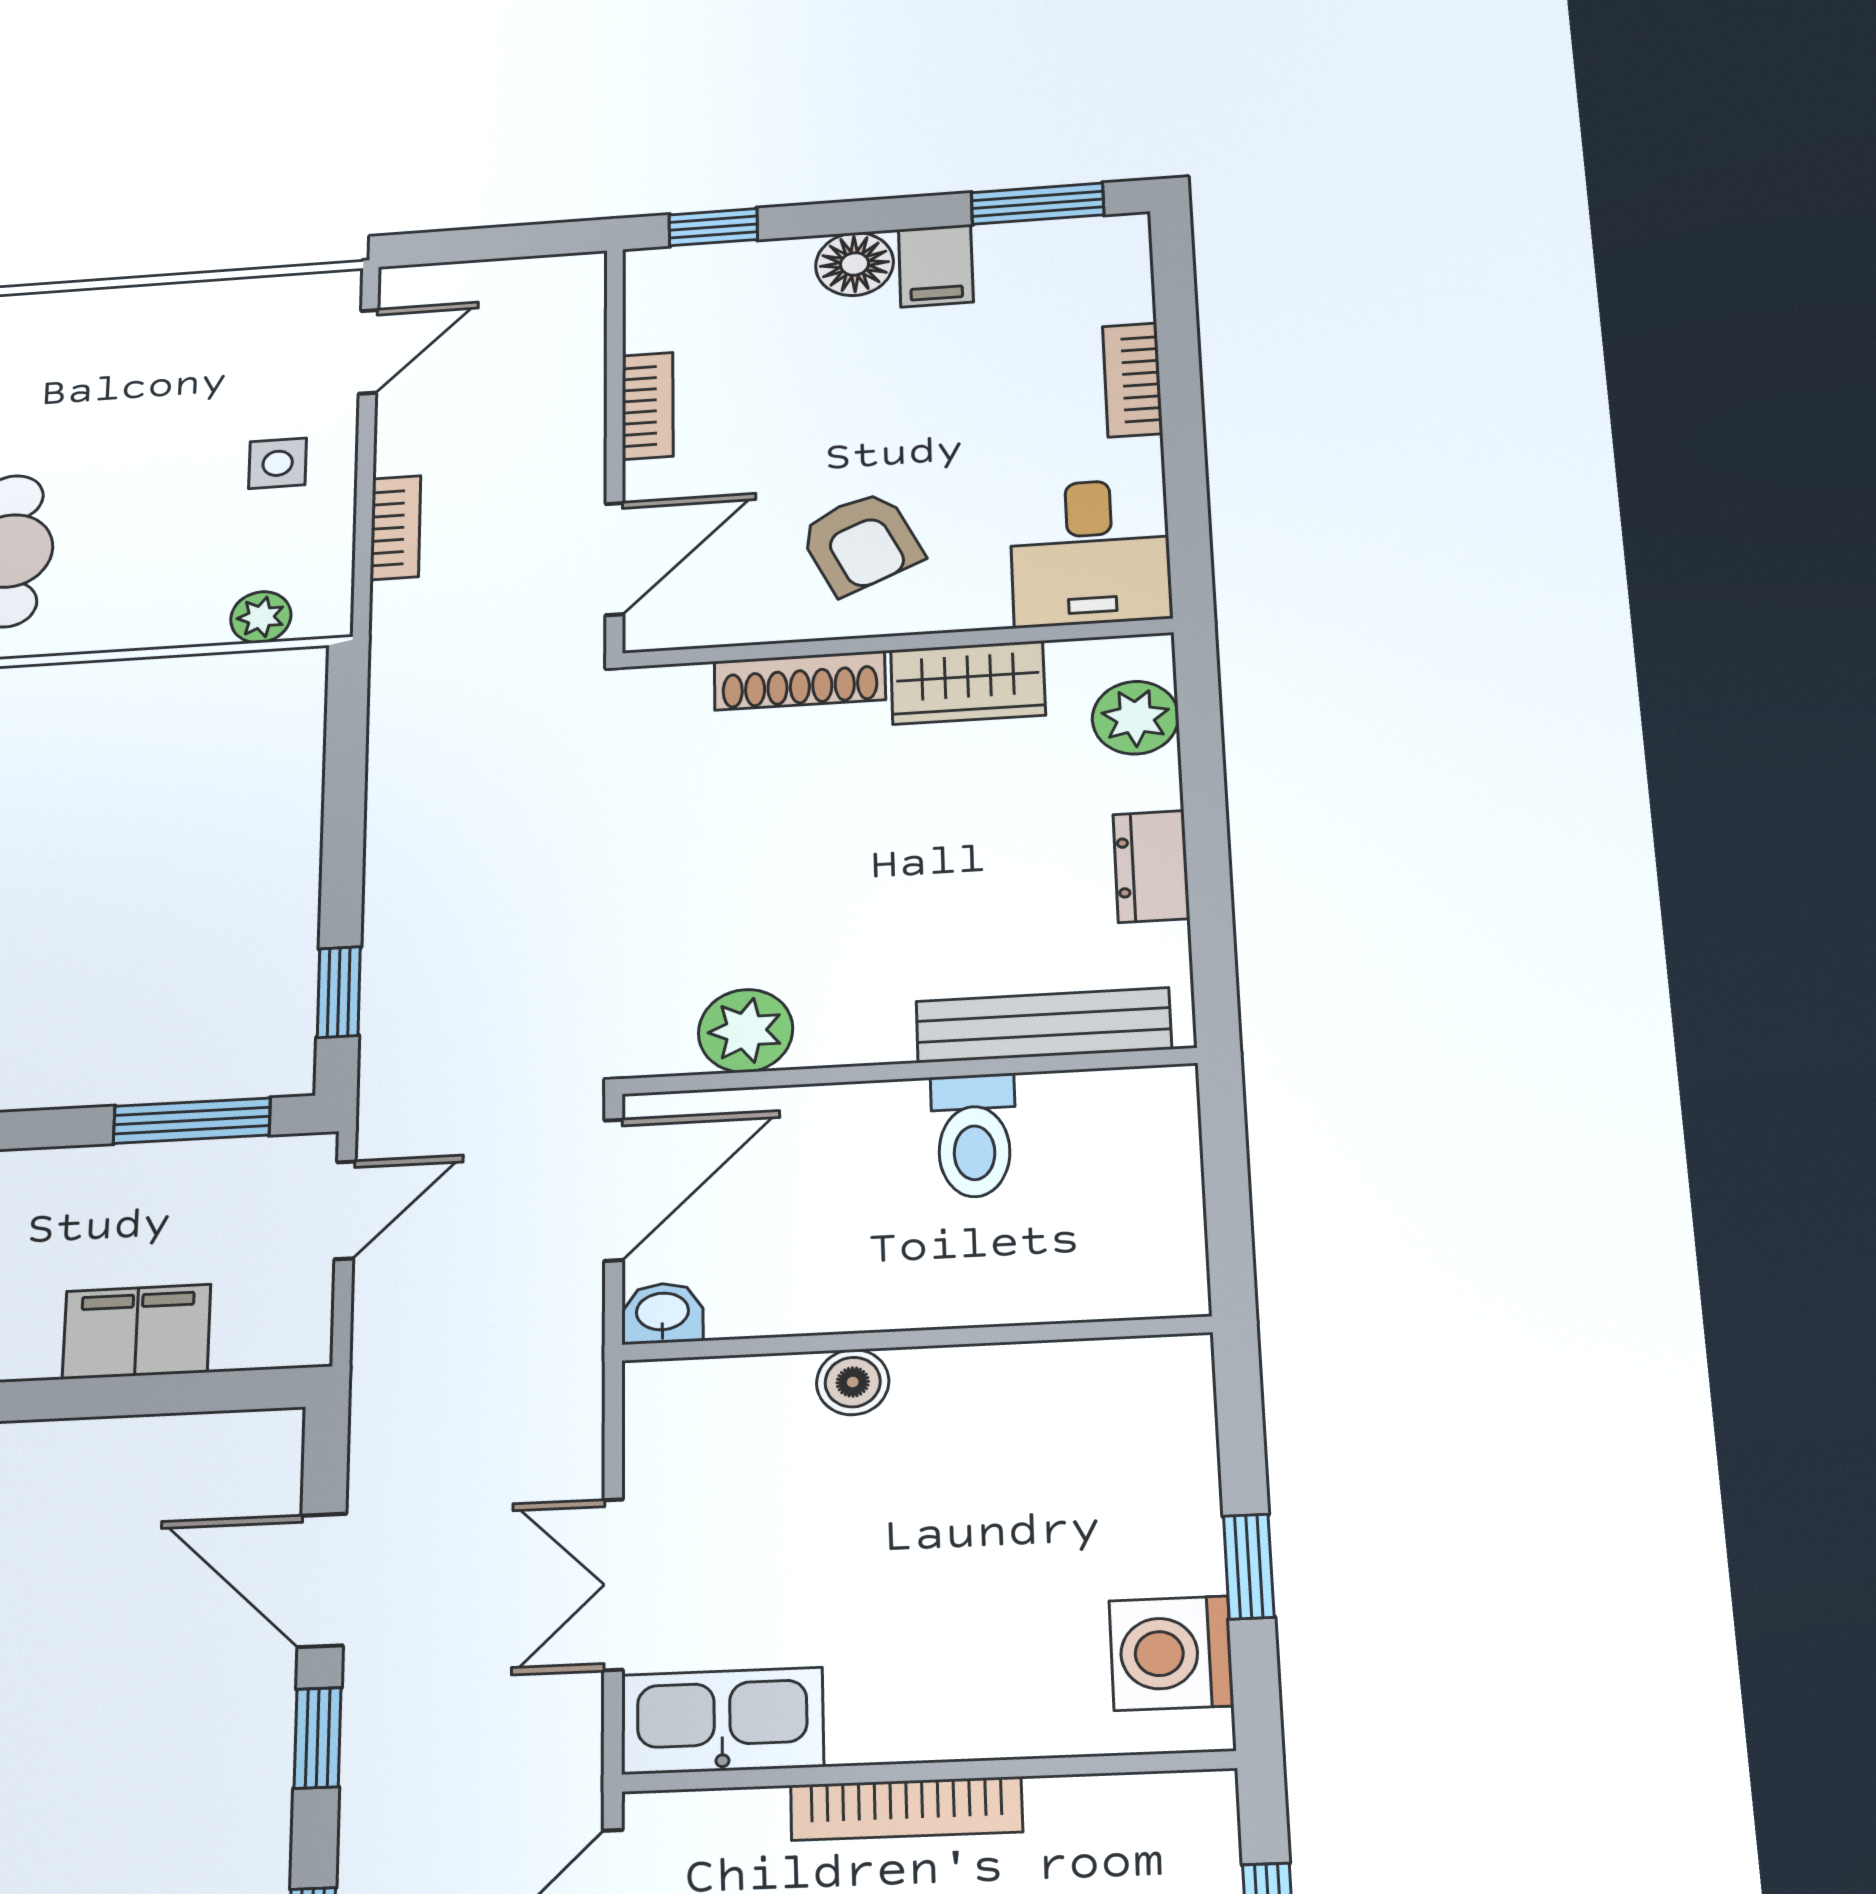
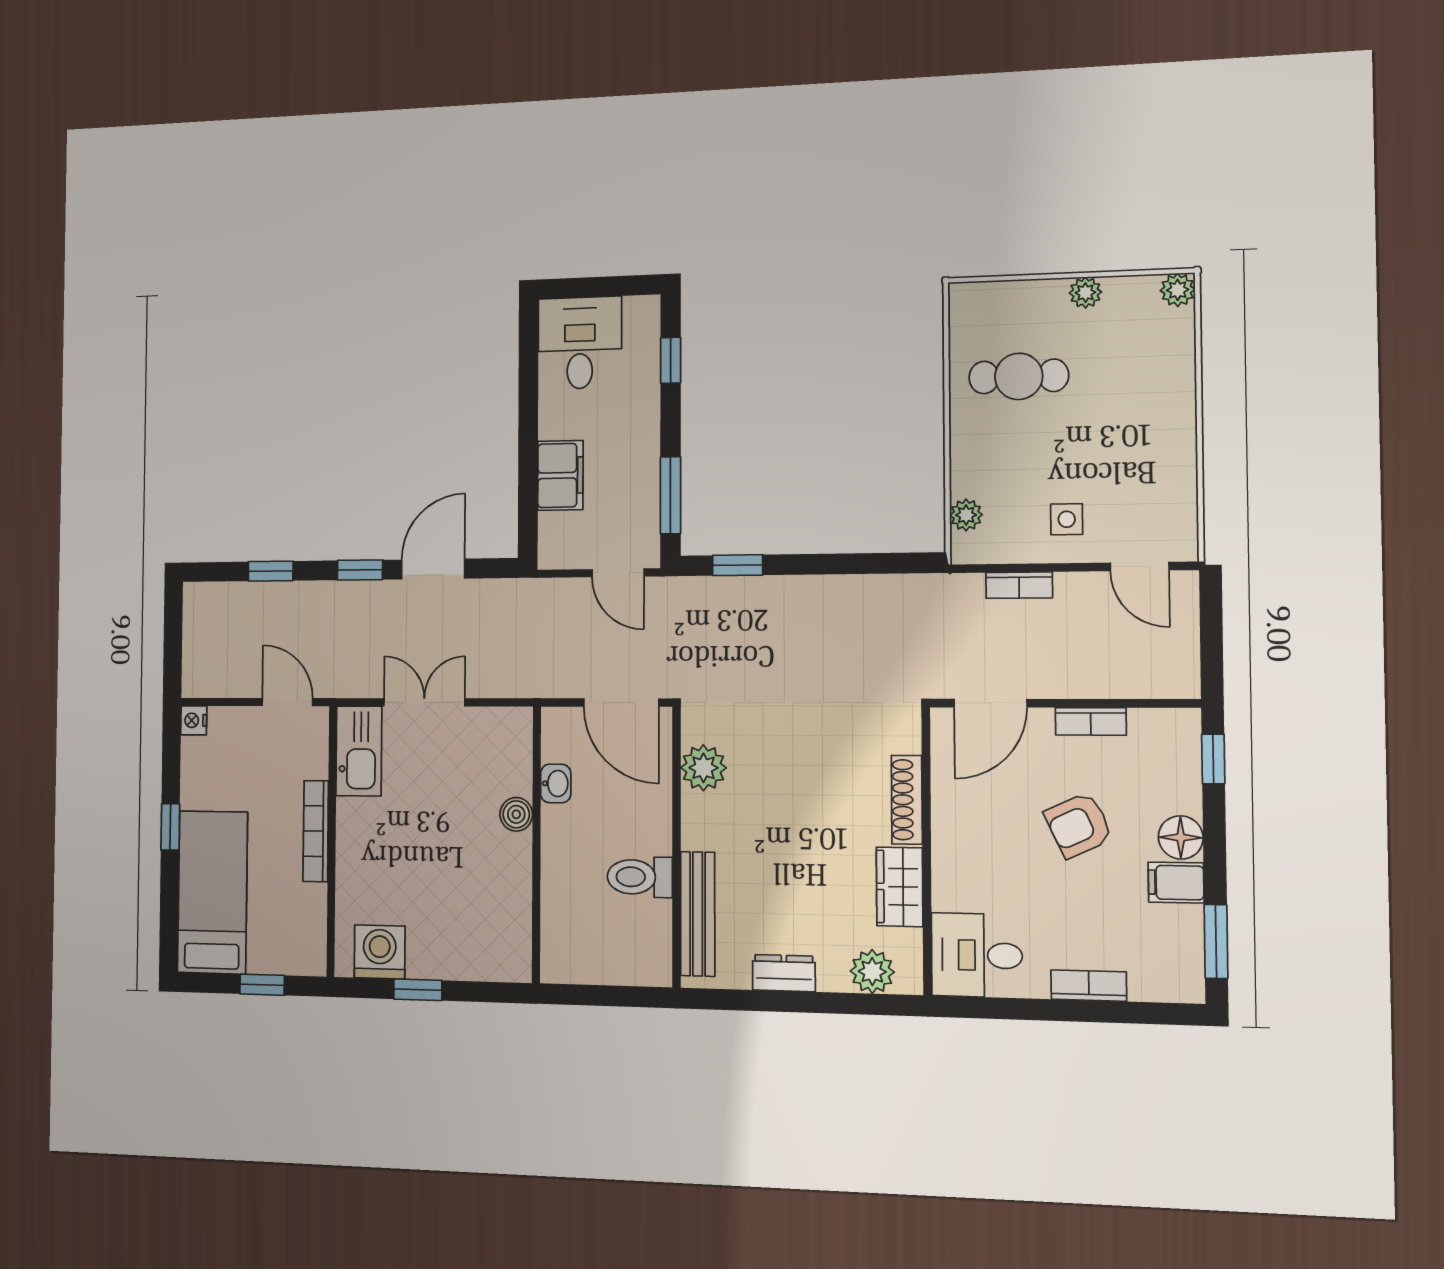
armchair: (861, 543) -> (1079, 825), moved
door: (614, 559) -> (990, 703), hinge flipped
washbasin: (662, 1313) -> (556, 783), moved

